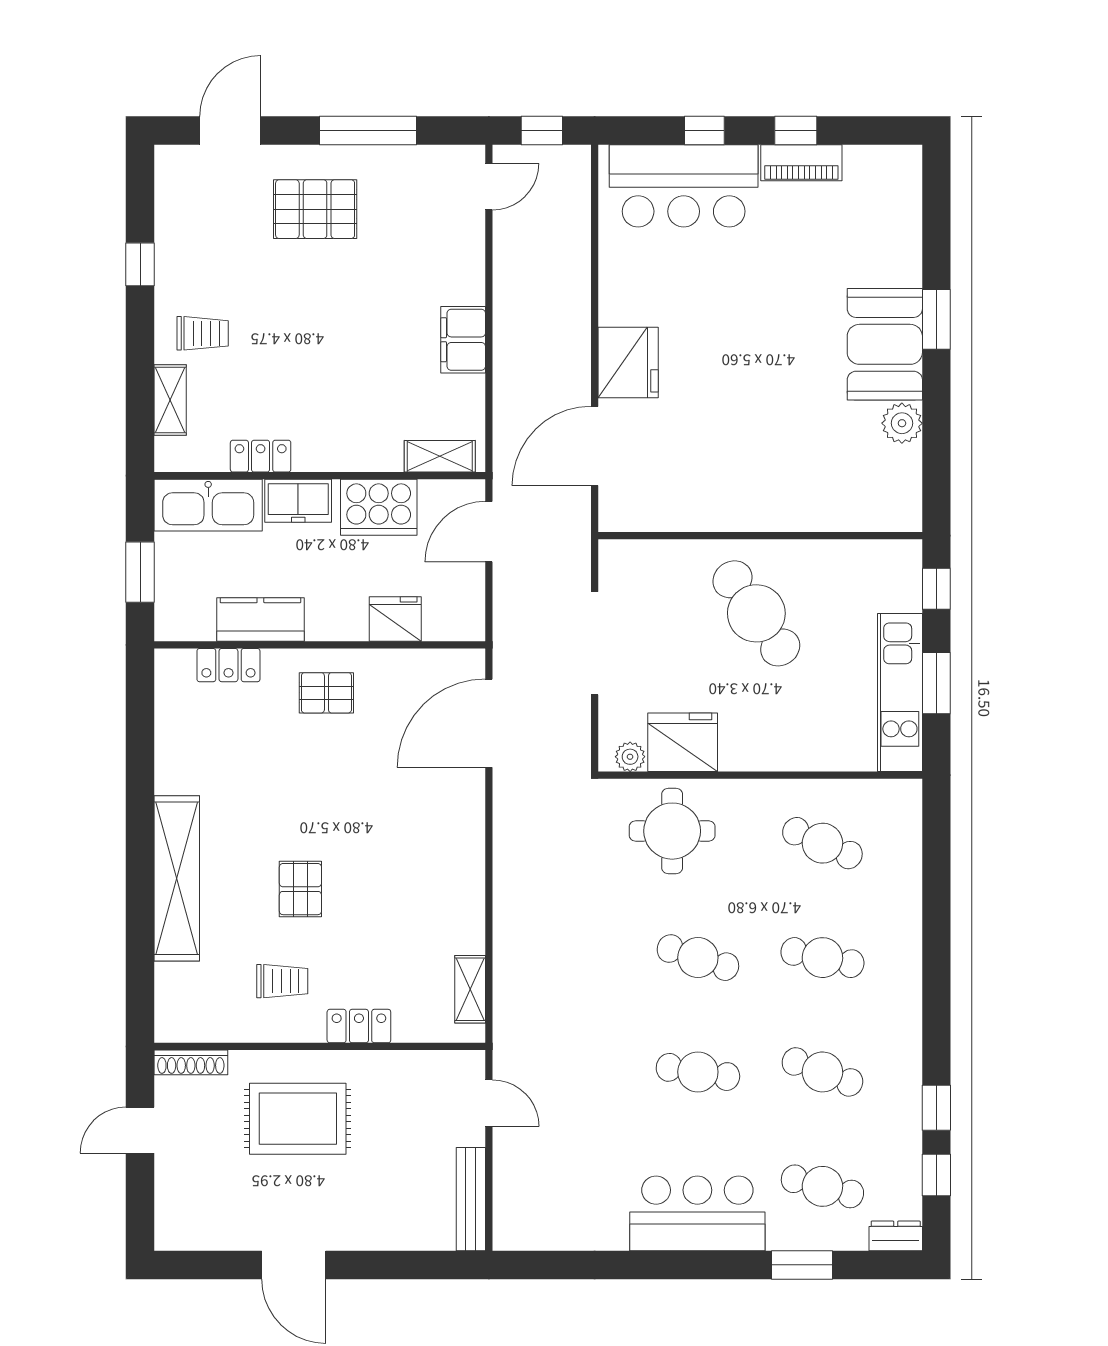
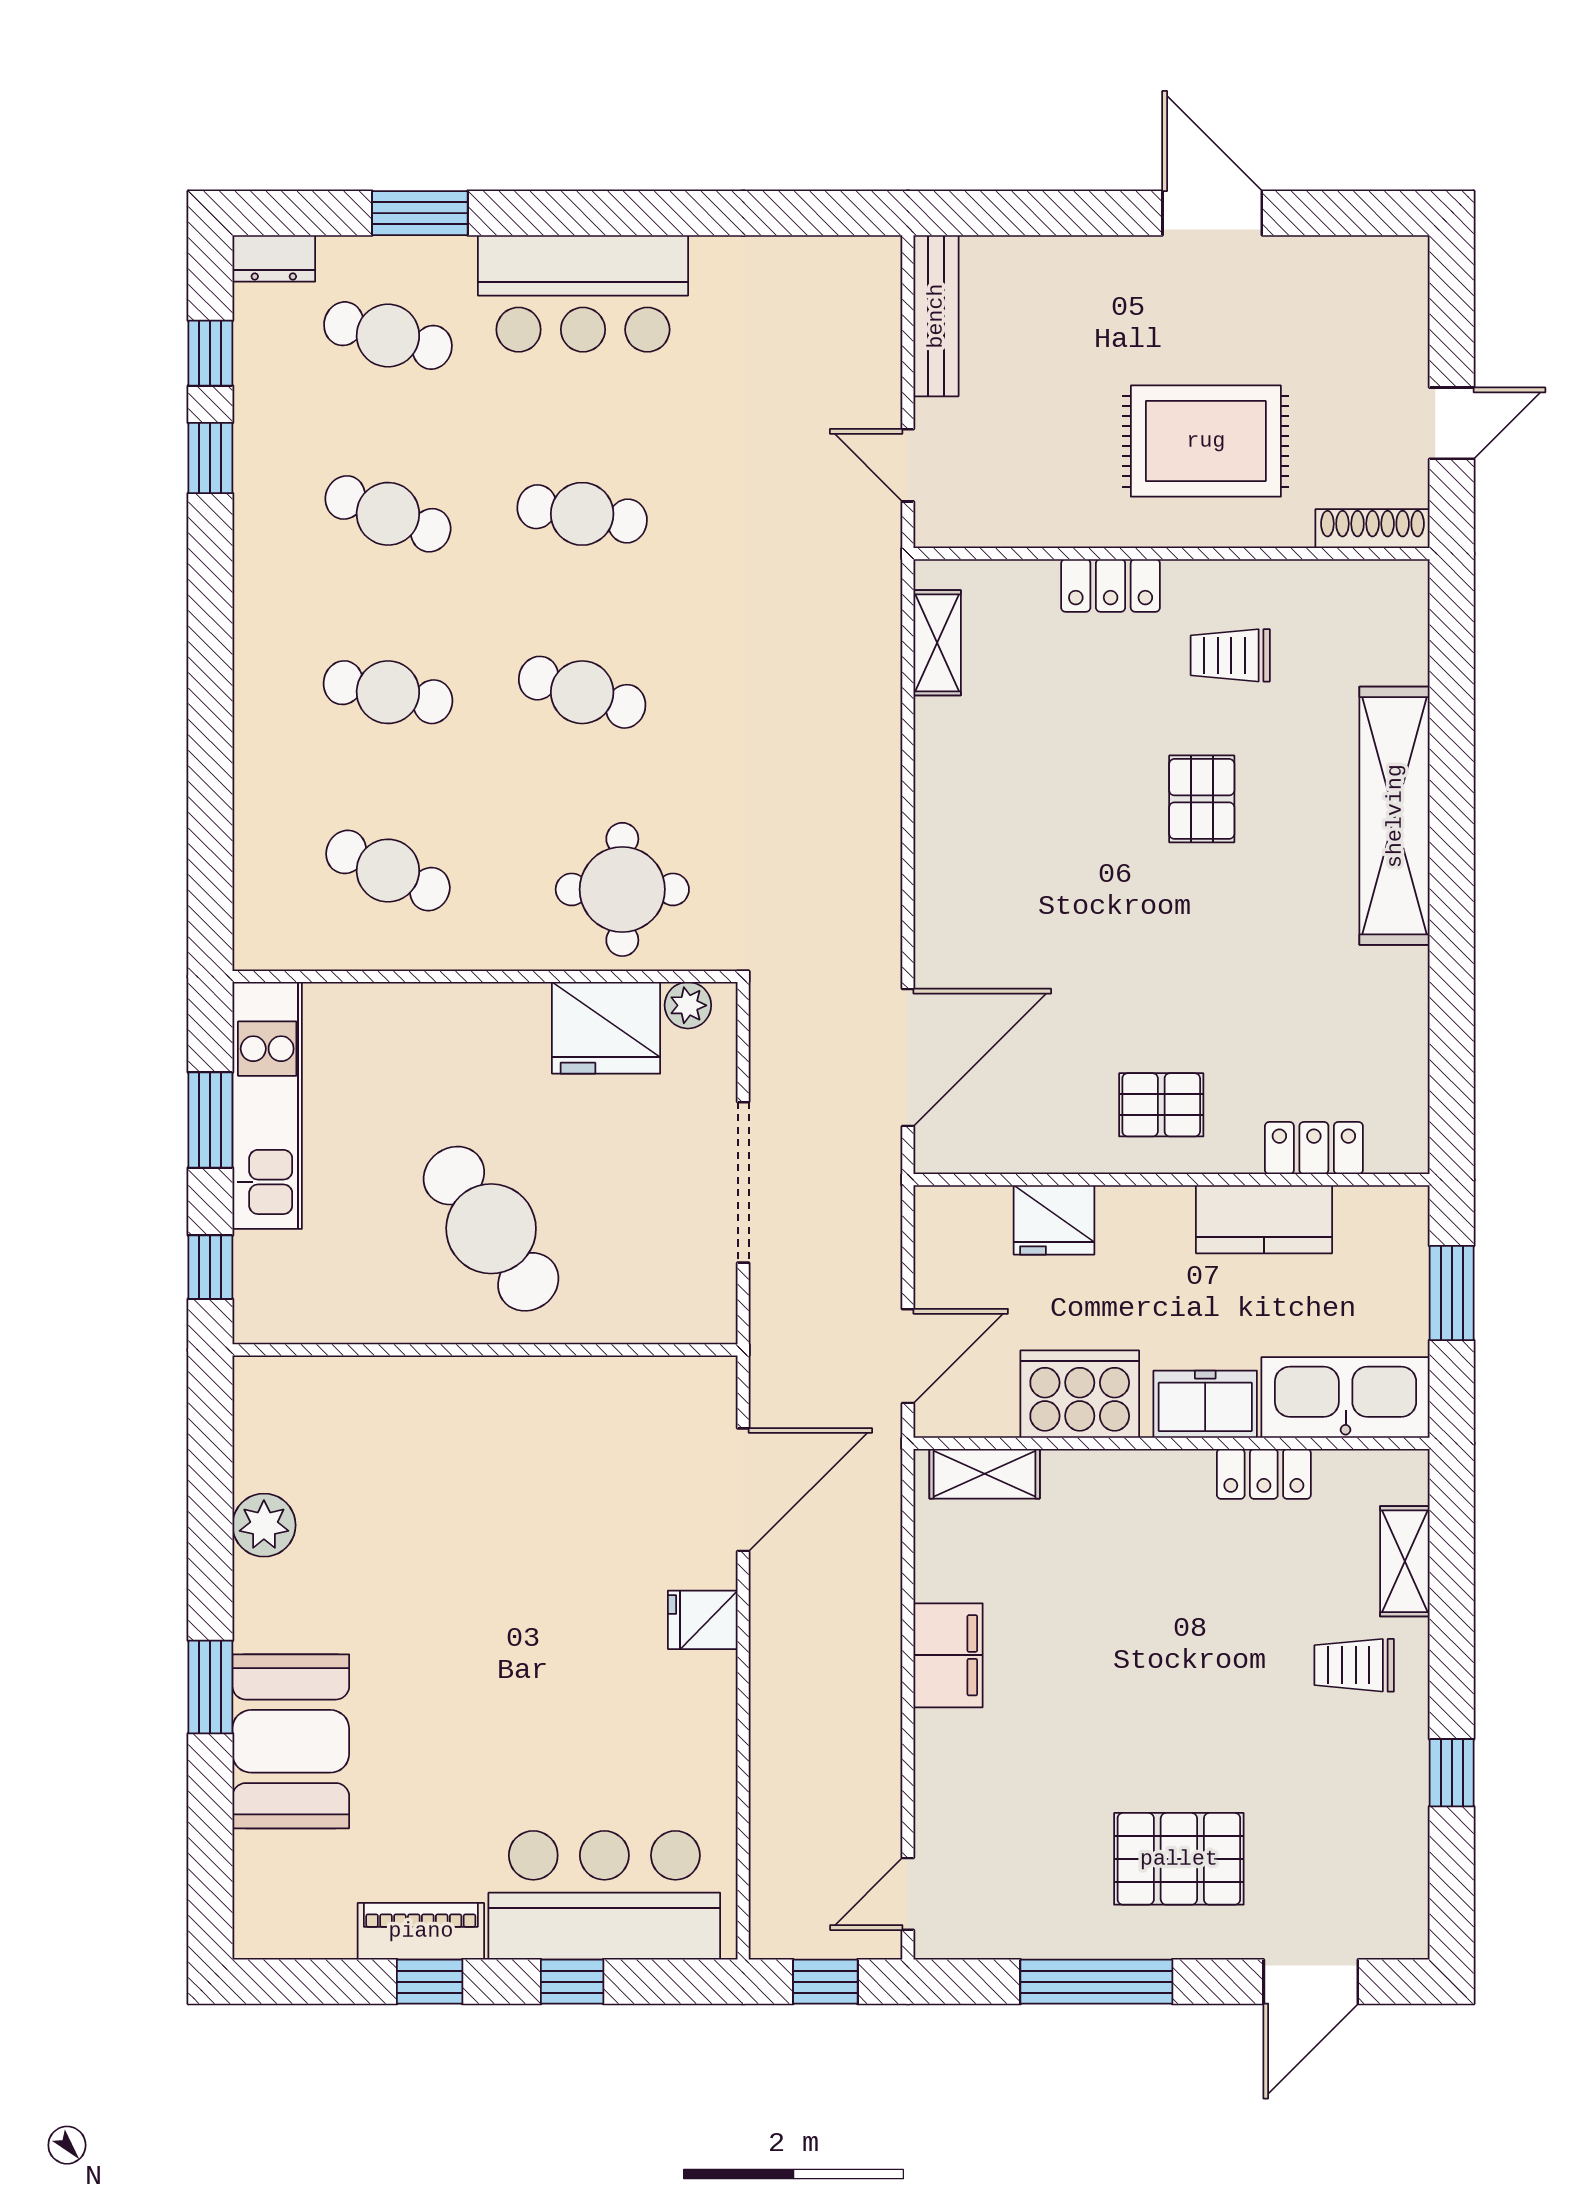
booth: (885, 344) -> (291, 1741), moved
fridge: (628, 362) -> (703, 1620), width x0.53, depth x0.75

